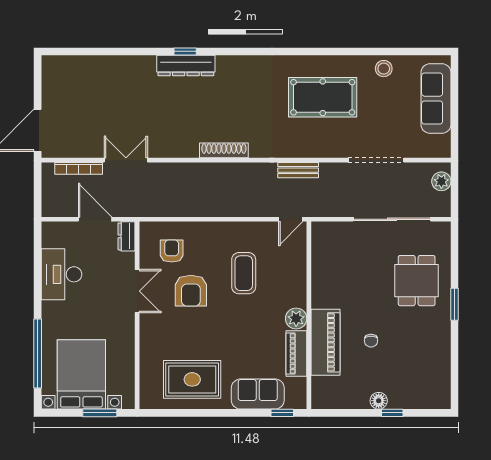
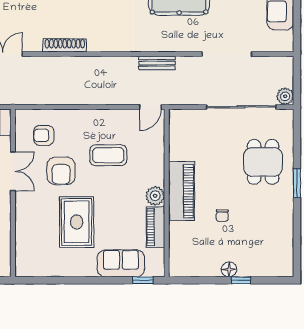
shoe rack: (224, 150) -> (65, 45), moved
plant: (441, 181) -> (285, 96), moved
armchair: (172, 251) -> (44, 135), turned -90
coffee table: (244, 273) -> (108, 155), turned 90
piano: (325, 342) -> (181, 191), moved
rug: (192, 379) -> (77, 222), moved, turned 90

